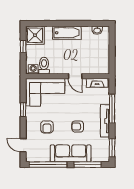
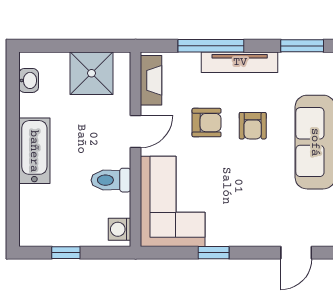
shower: (35, 35) -> (92, 73), moved
toilet: (44, 66) -> (111, 180), moved
armchair: (47, 127) -> (207, 123), moved

